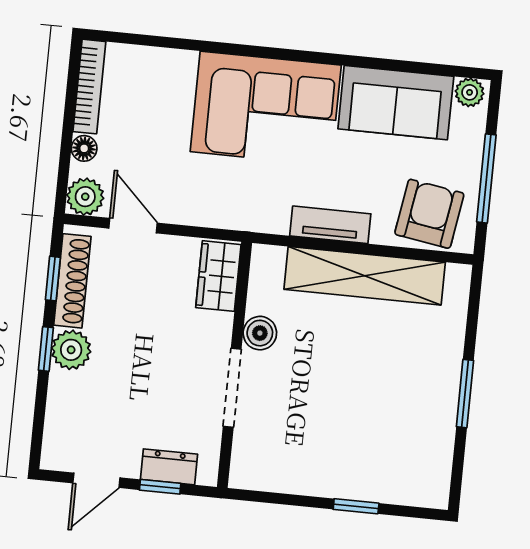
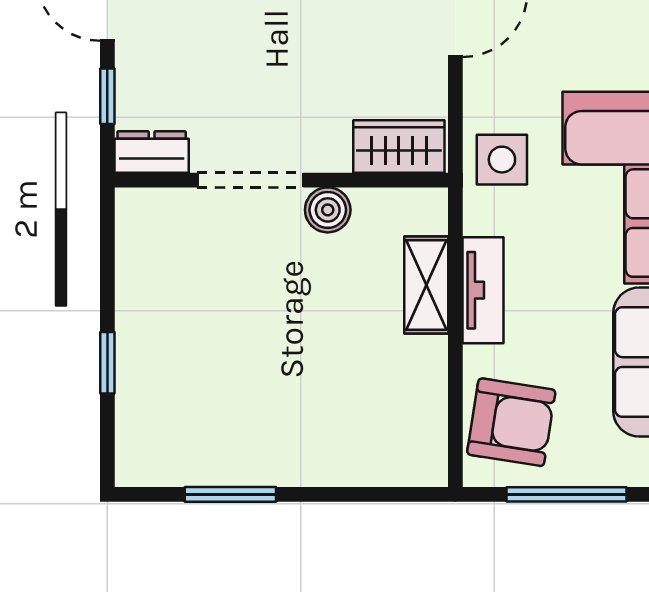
side table: (236, 201) -> (502, 160), added
shelving: (365, 276) -> (426, 285), width x0.45, depth x0.75
window: (465, 394) -> (230, 494), moved
dresser: (169, 467) -> (152, 152), moved, turned -90

